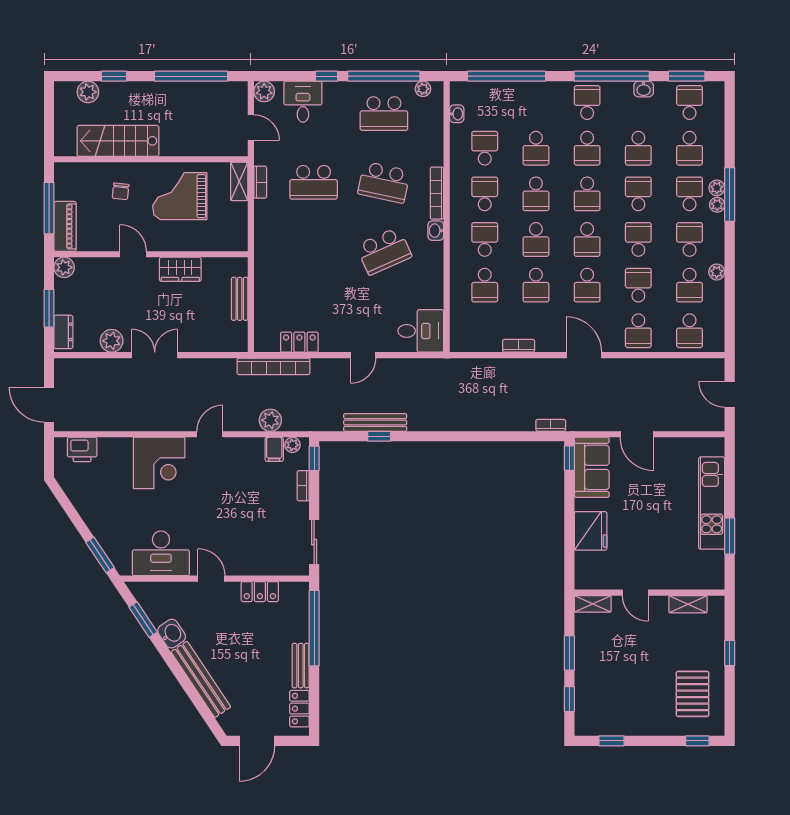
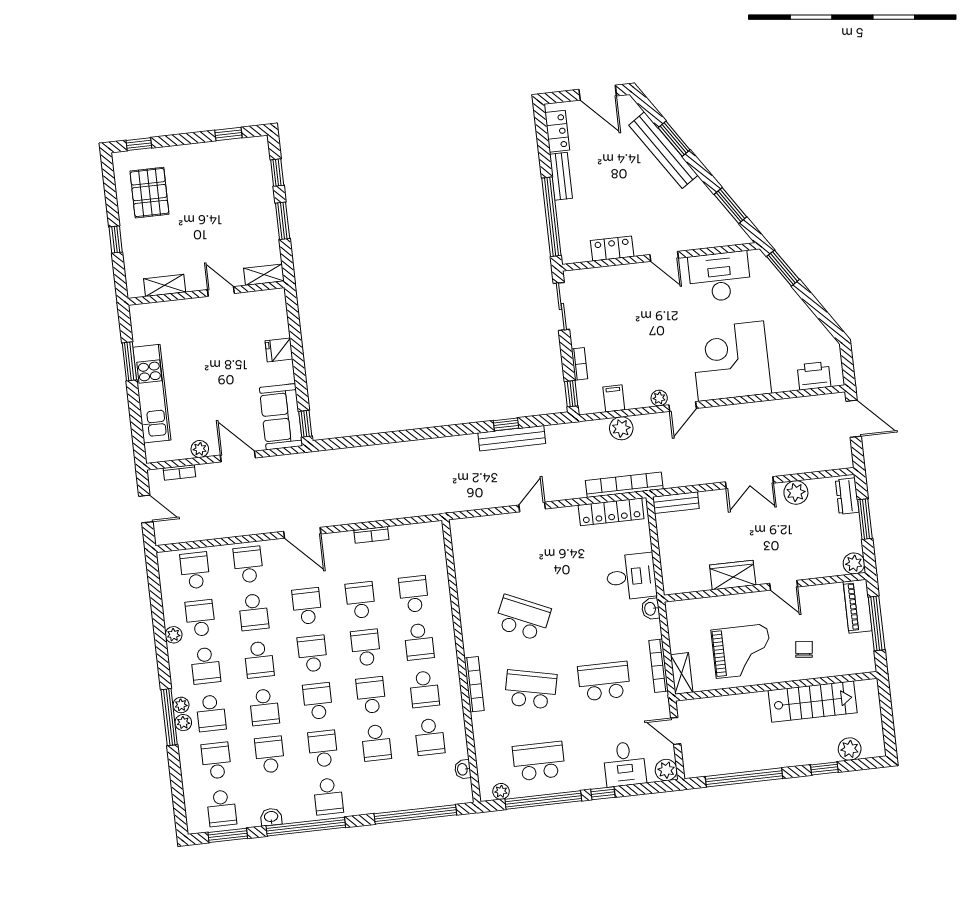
school desk: (536, 148) -> (376, 743), turned 180
bookcase: (260, 182) -> (659, 666), width x1.56
washbasin: (436, 231) -> (651, 609), moved, turned 180
school desk: (384, 251) -> (523, 618), turned 48
bench: (240, 299) -> (676, 503), moved, turned 90
desk: (421, 331) -> (631, 577), moved, turned 180
locker: (299, 342) -> (611, 512), width x1.53
bookcase: (551, 425) -> (179, 472), moved
plant: (292, 445) -> (659, 398), moved
plant: (672, 445) -> (200, 449), added
corner desk: (159, 463) -> (731, 361), width x1.36, depth x1.36
fridge: (591, 531) -> (279, 350), width x0.53, depth x0.75
washbasin: (172, 634) -> (699, 194), removed
window: (190, 689) -> (674, 139), added
door: (257, 741) -> (598, 93), swing flipped

